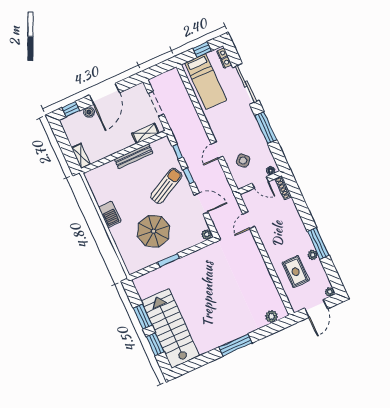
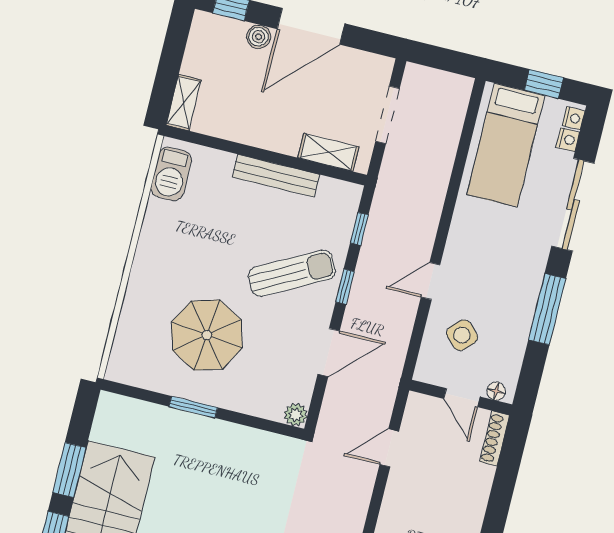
door: (201, 204) -> (329, 353), hinge flipped
barbecue: (110, 214) -> (171, 174), moved

